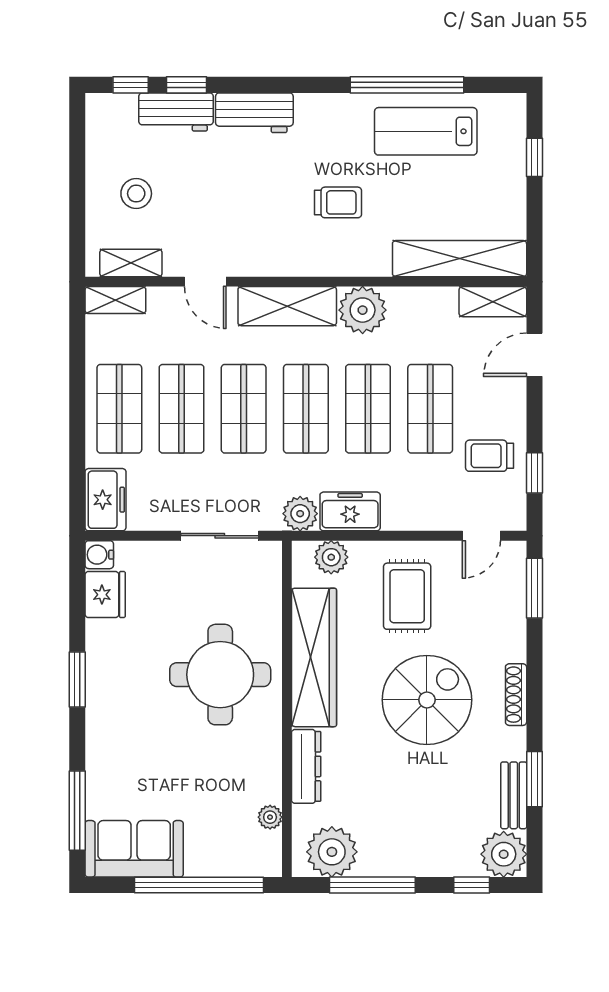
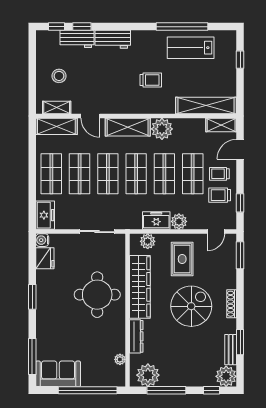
shelving: (115, 300) -> (56, 126), width x1.50, depth x1.33
trolley: (489, 409) -> (219, 174), added
plant: (300, 514) -> (179, 221), moved

